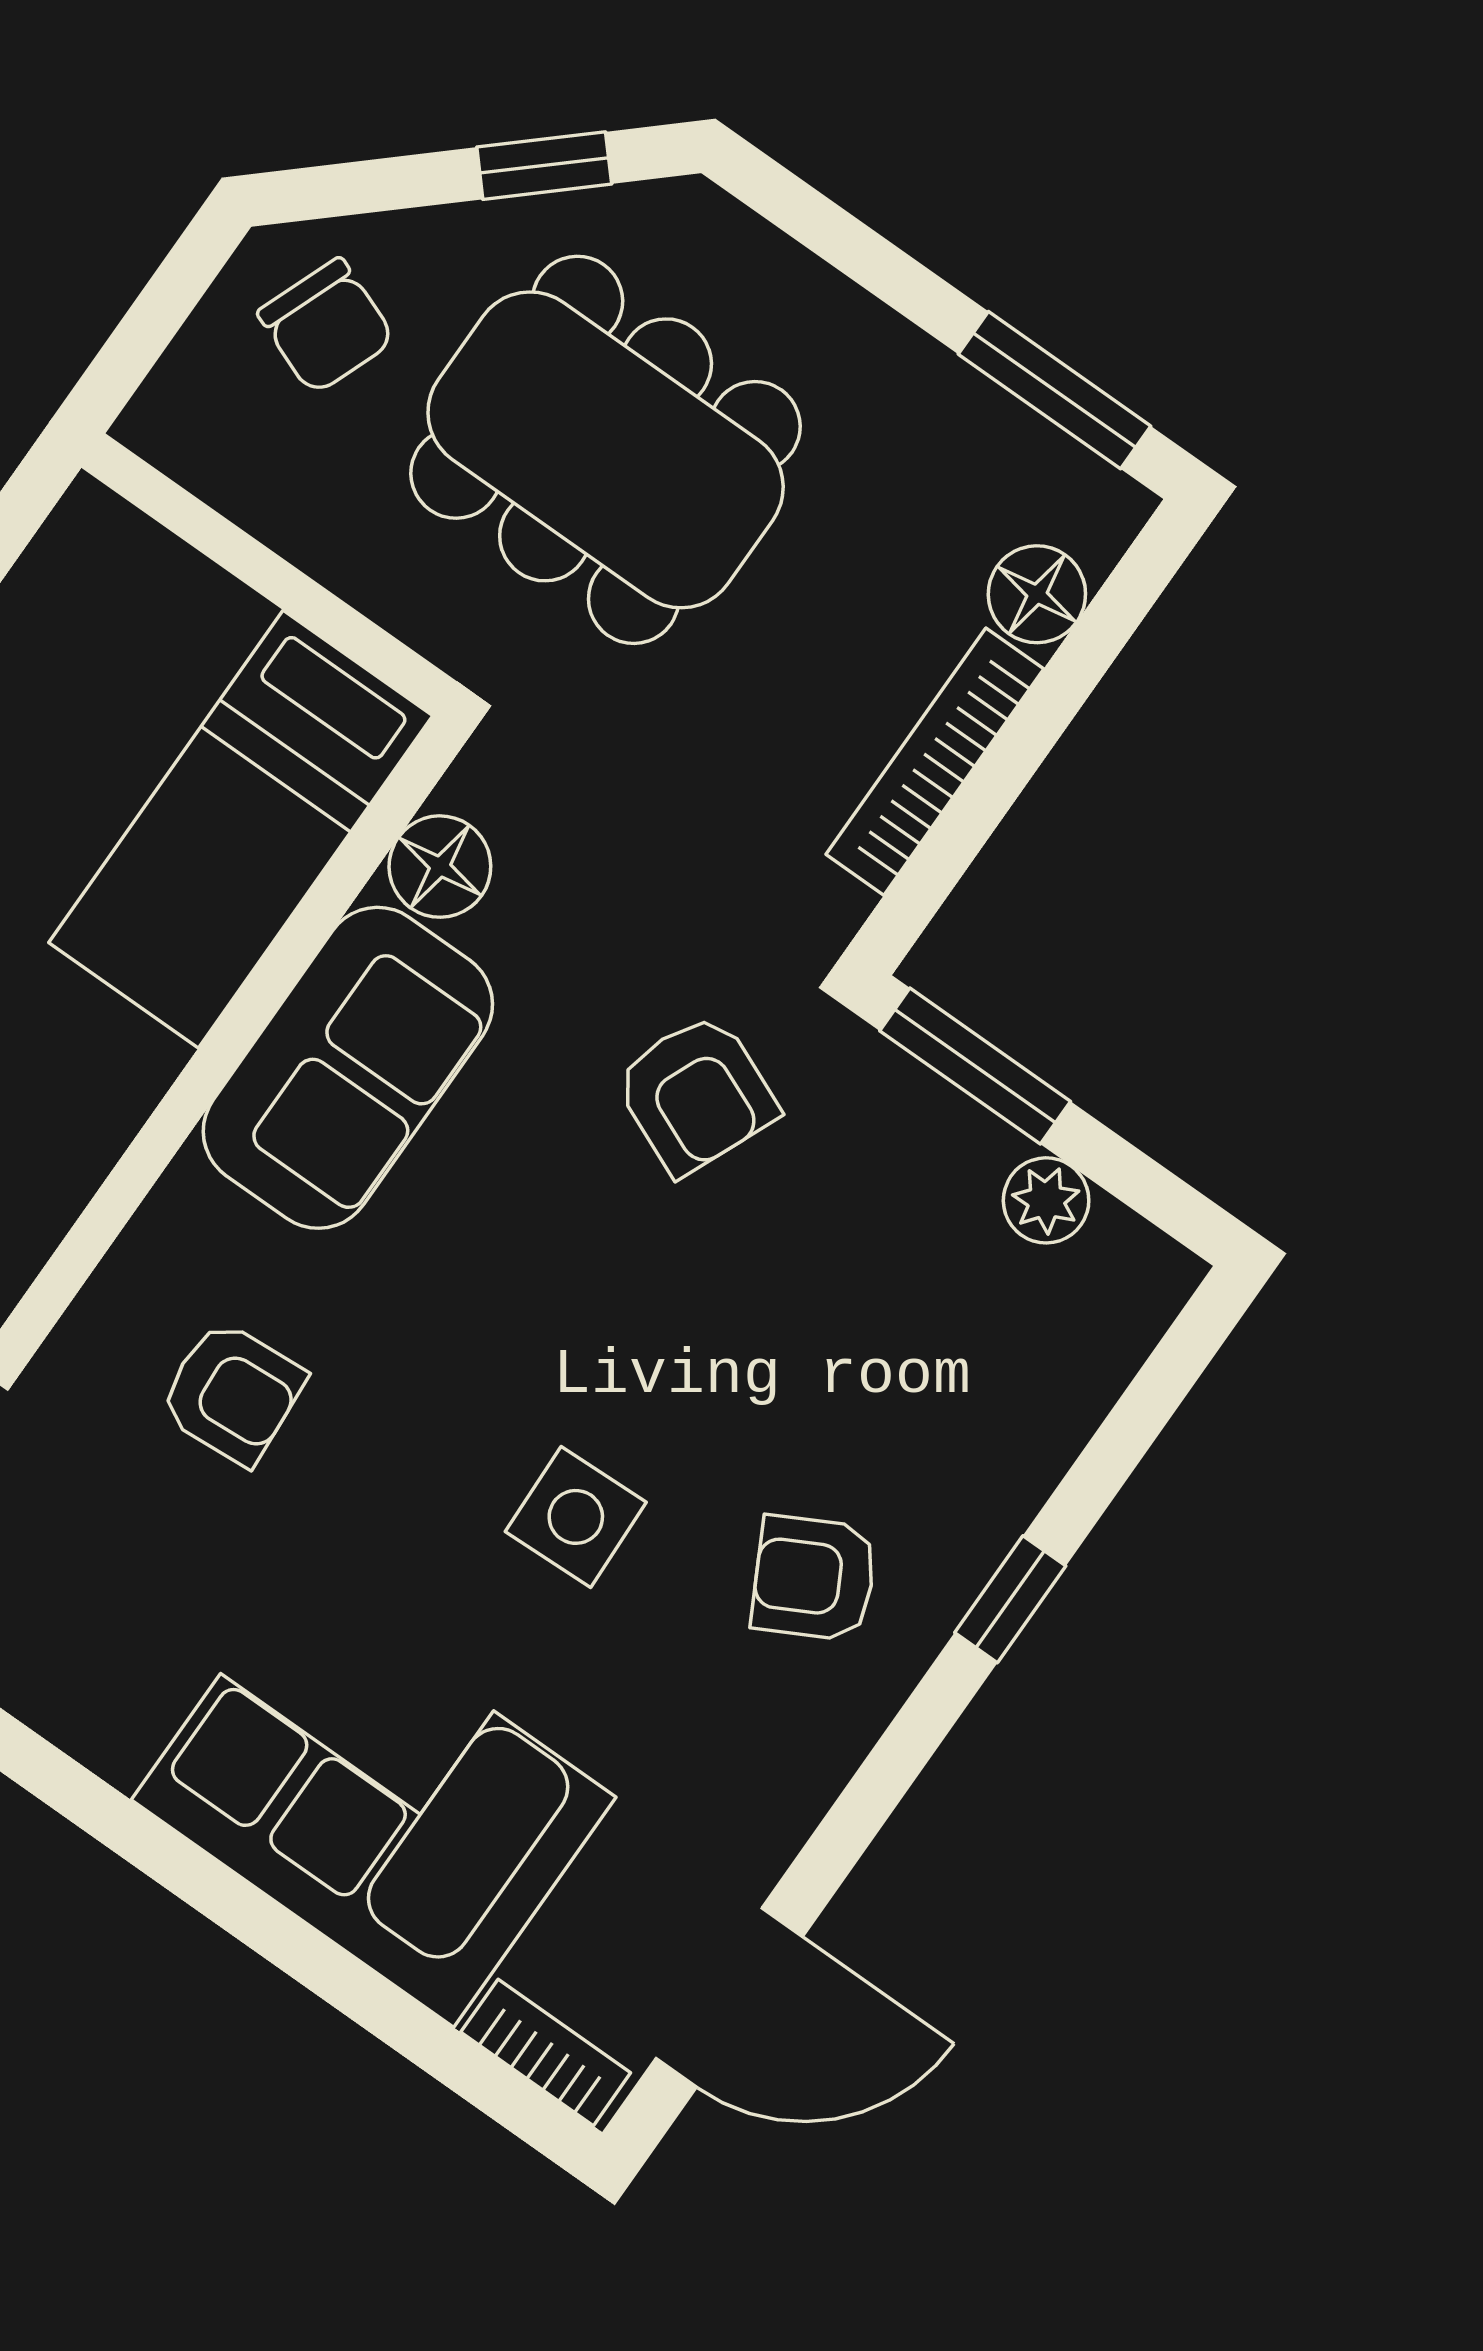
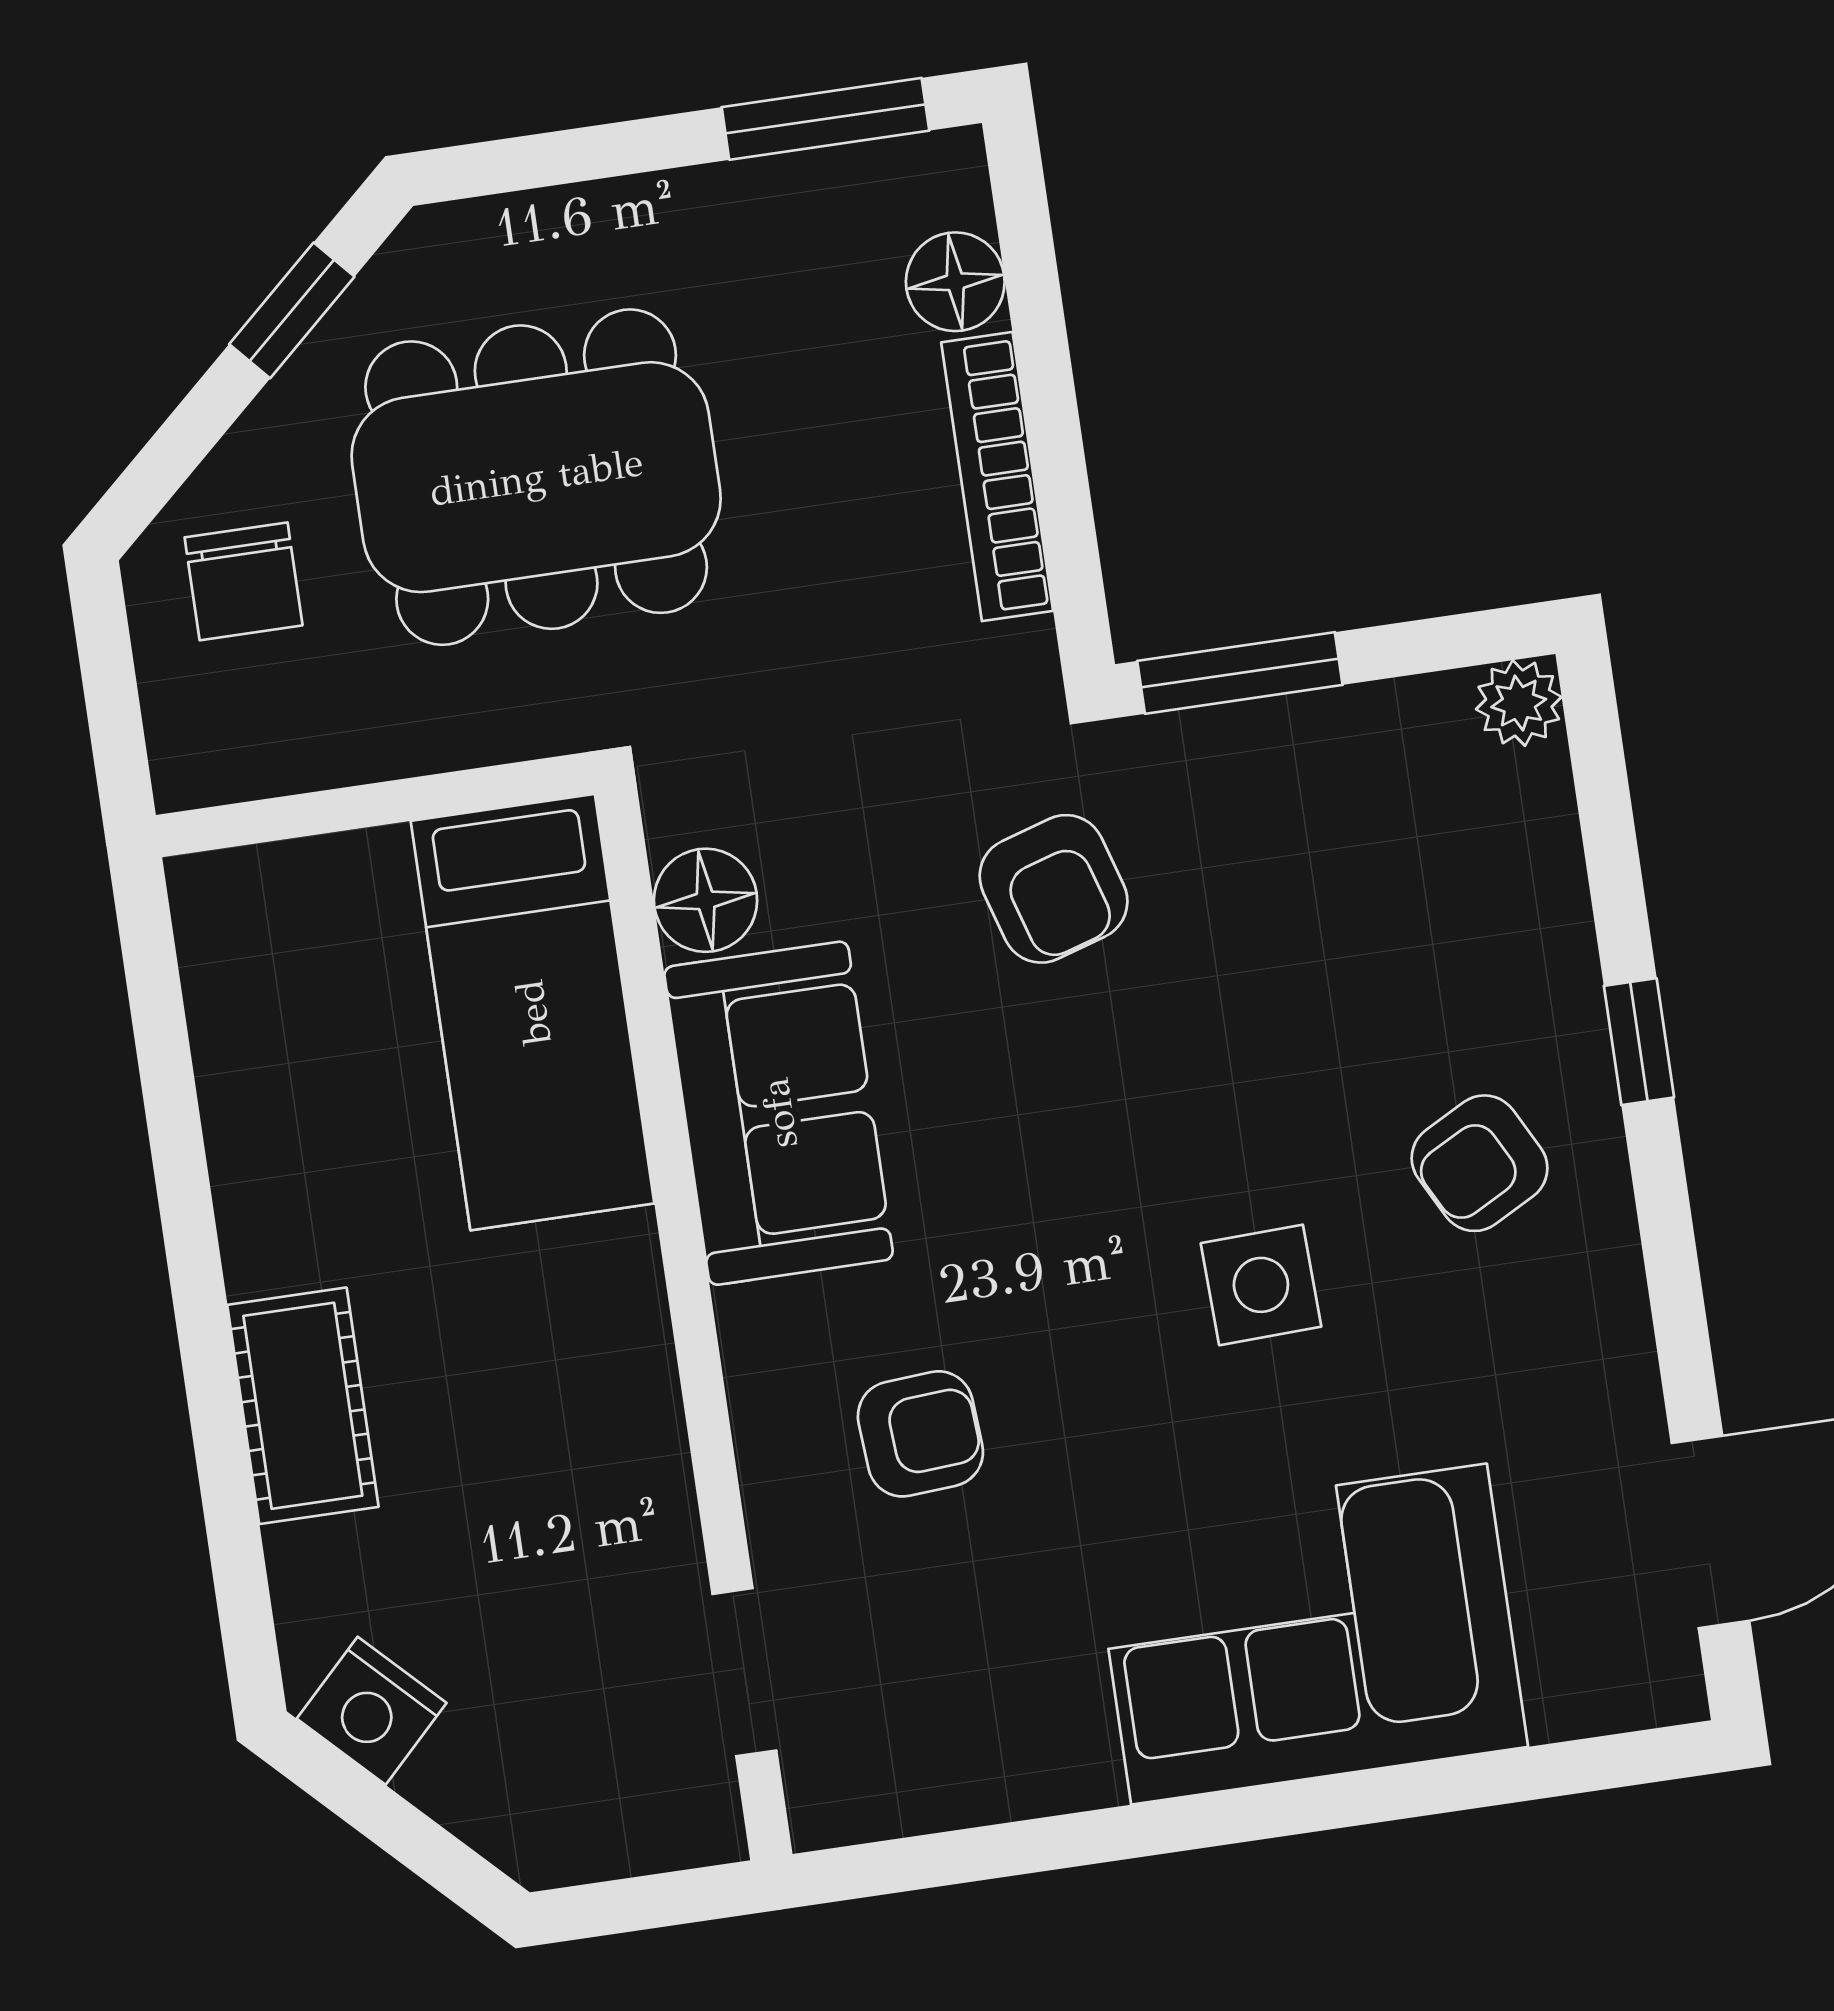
chair: (326, 326) -> (244, 581), turned 69
armchair: (696, 1094) -> (1054, 889), turned 50
plant: (1046, 1200) -> (1519, 703), moved
bookcase: (546, 2052) -> (1614, 1701), removed

